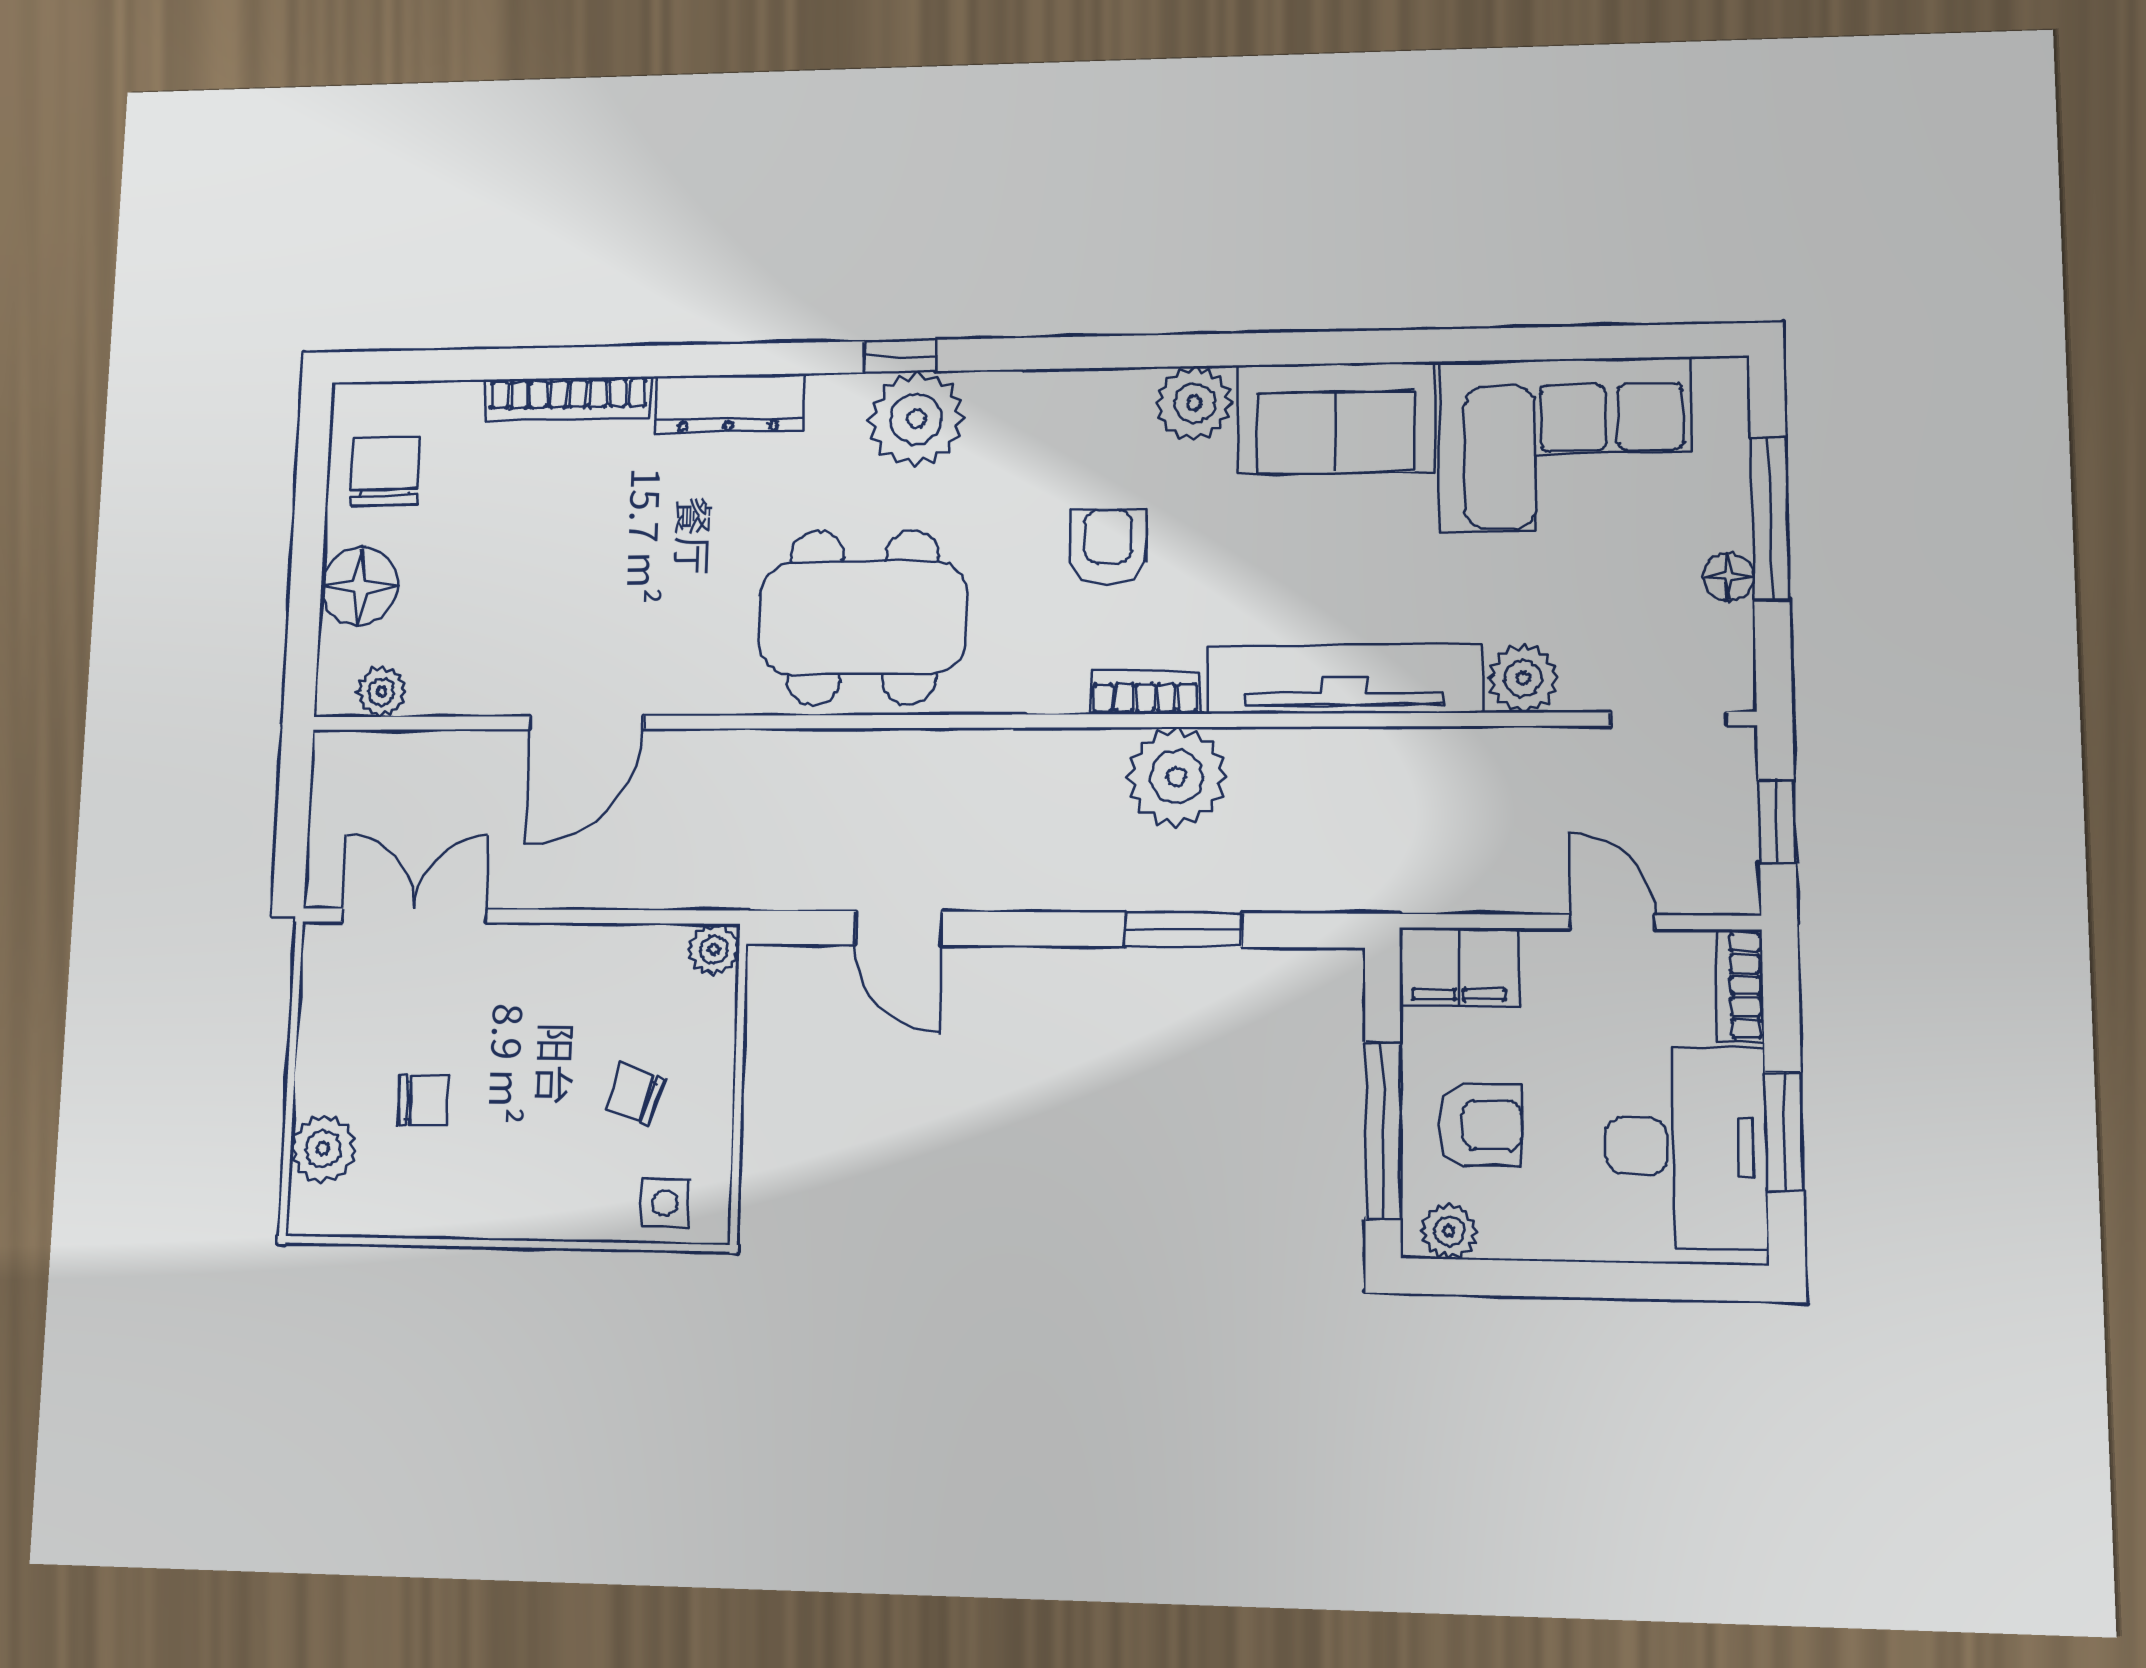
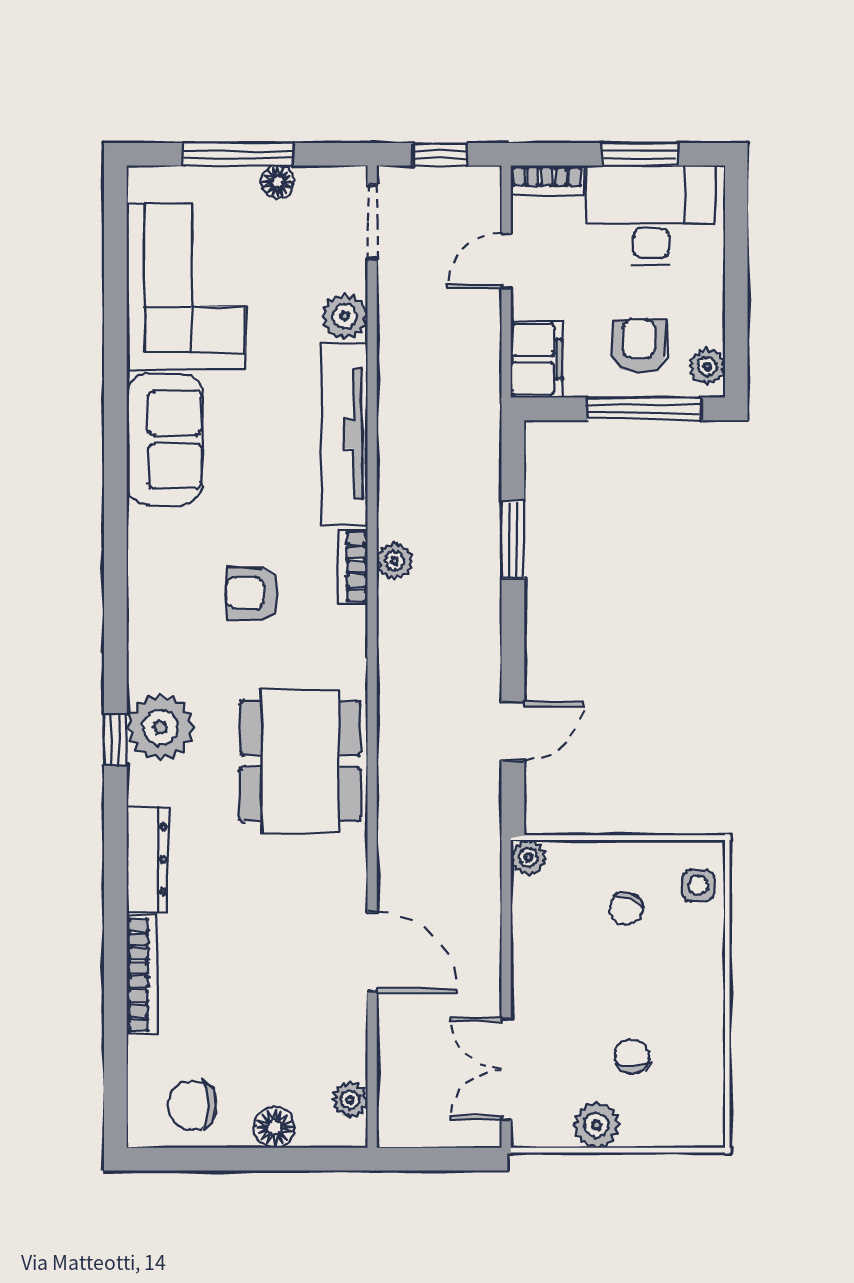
plant: (1194, 403) -> (153, 535), removed
floor lamp: (360, 586) -> (275, 1128), width x0.73, depth x0.73
plant: (1177, 777) -> (395, 561), width x0.53, depth x0.53
plant: (323, 1149) -> (597, 1125), moved

